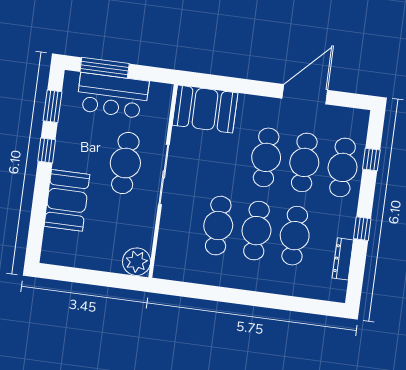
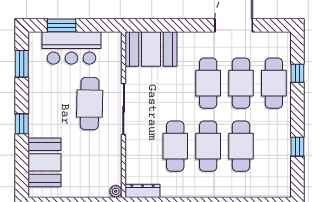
window: (105, 68) -> (62, 25), width x0.69
window: (47, 150) -> (22, 124), moved
booth: (67, 200) -> (44, 162), moved
window: (362, 229) -> (297, 147), moved
dresser: (343, 259) -> (142, 191), moved, turned 90
plant: (137, 262) -> (116, 191), width x0.53, depth x0.53

